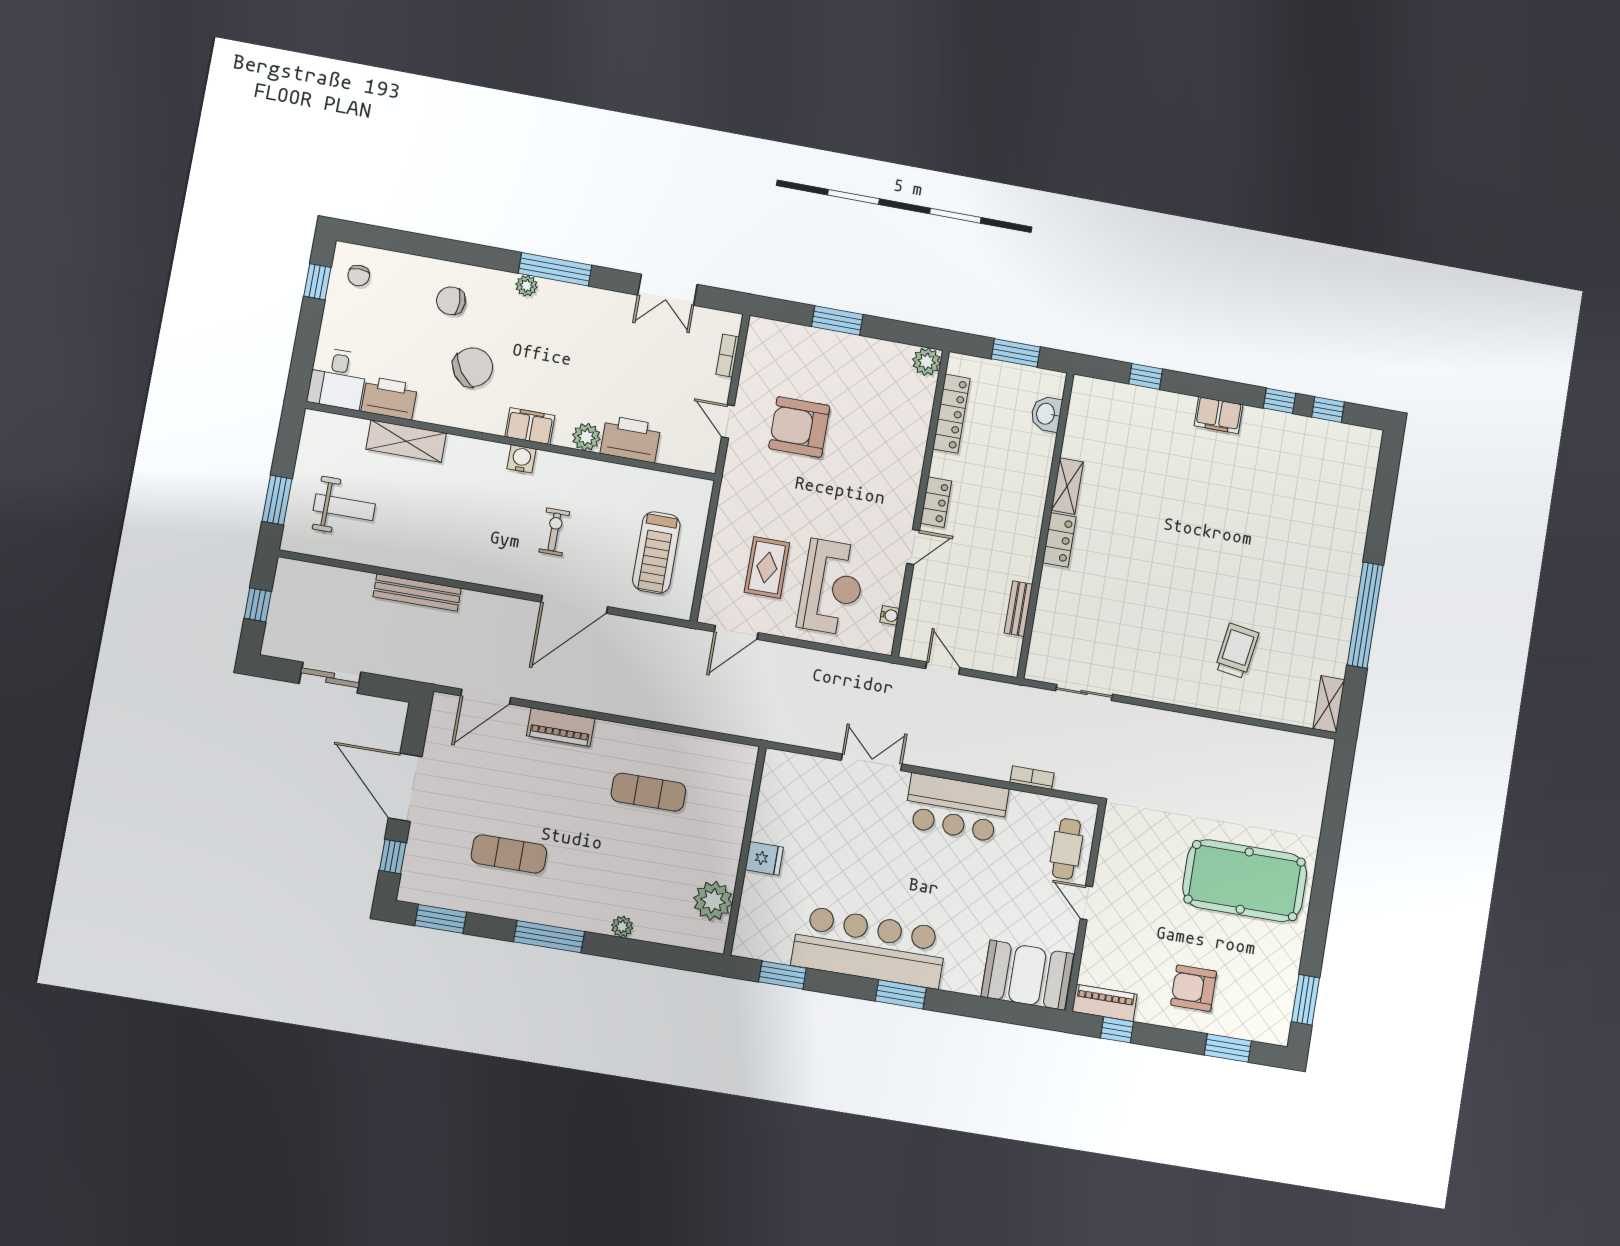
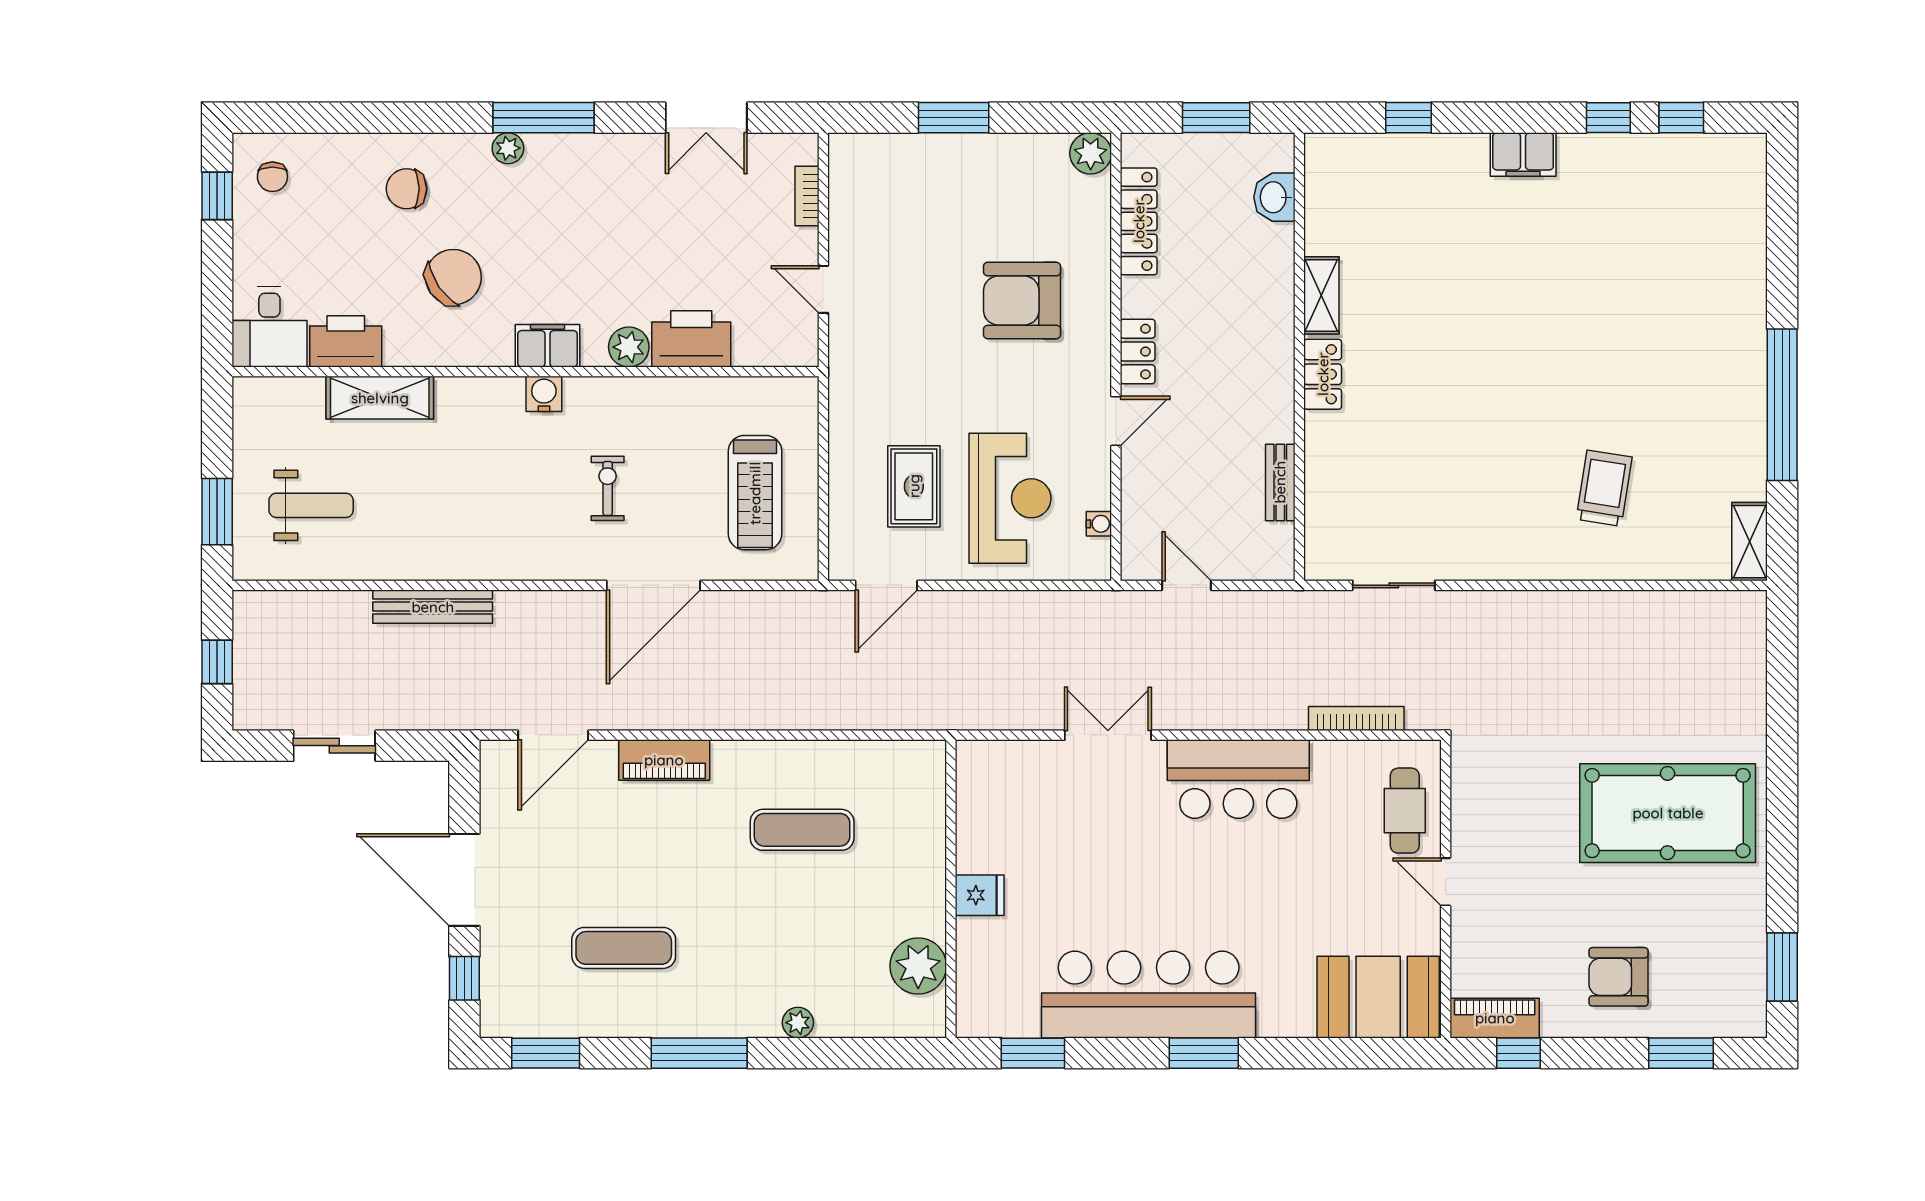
armchair: (799, 427) -> (1022, 301), moved
bookcase: (1032, 778) -> (1356, 719), width x1.56

